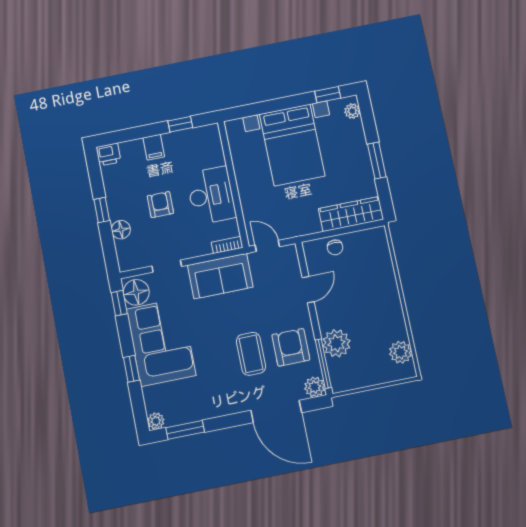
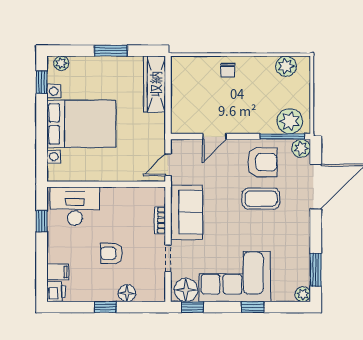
filing cabinet: (154, 147) -> (58, 272), moved
desk: (211, 195) -> (75, 206), moved
bookcase: (227, 245) -> (160, 220), moved
chair: (335, 247) -> (228, 70), moved, turned 90
door: (308, 290) -> (214, 136), swing flipped
plant: (336, 343) -> (290, 121), moved
armchair: (291, 347) -> (262, 162), turned 180

